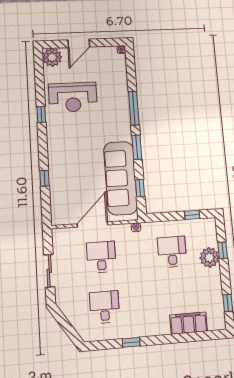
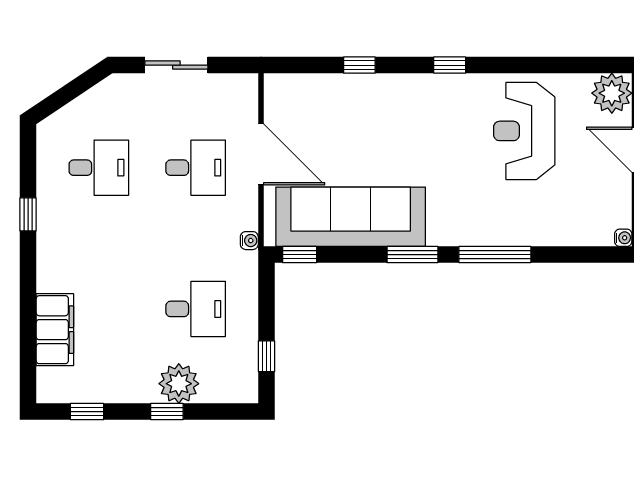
window: (41, 114) -> (450, 65), moved
window: (140, 188) -> (300, 255), moved
window: (223, 250) -> (167, 412), moved

